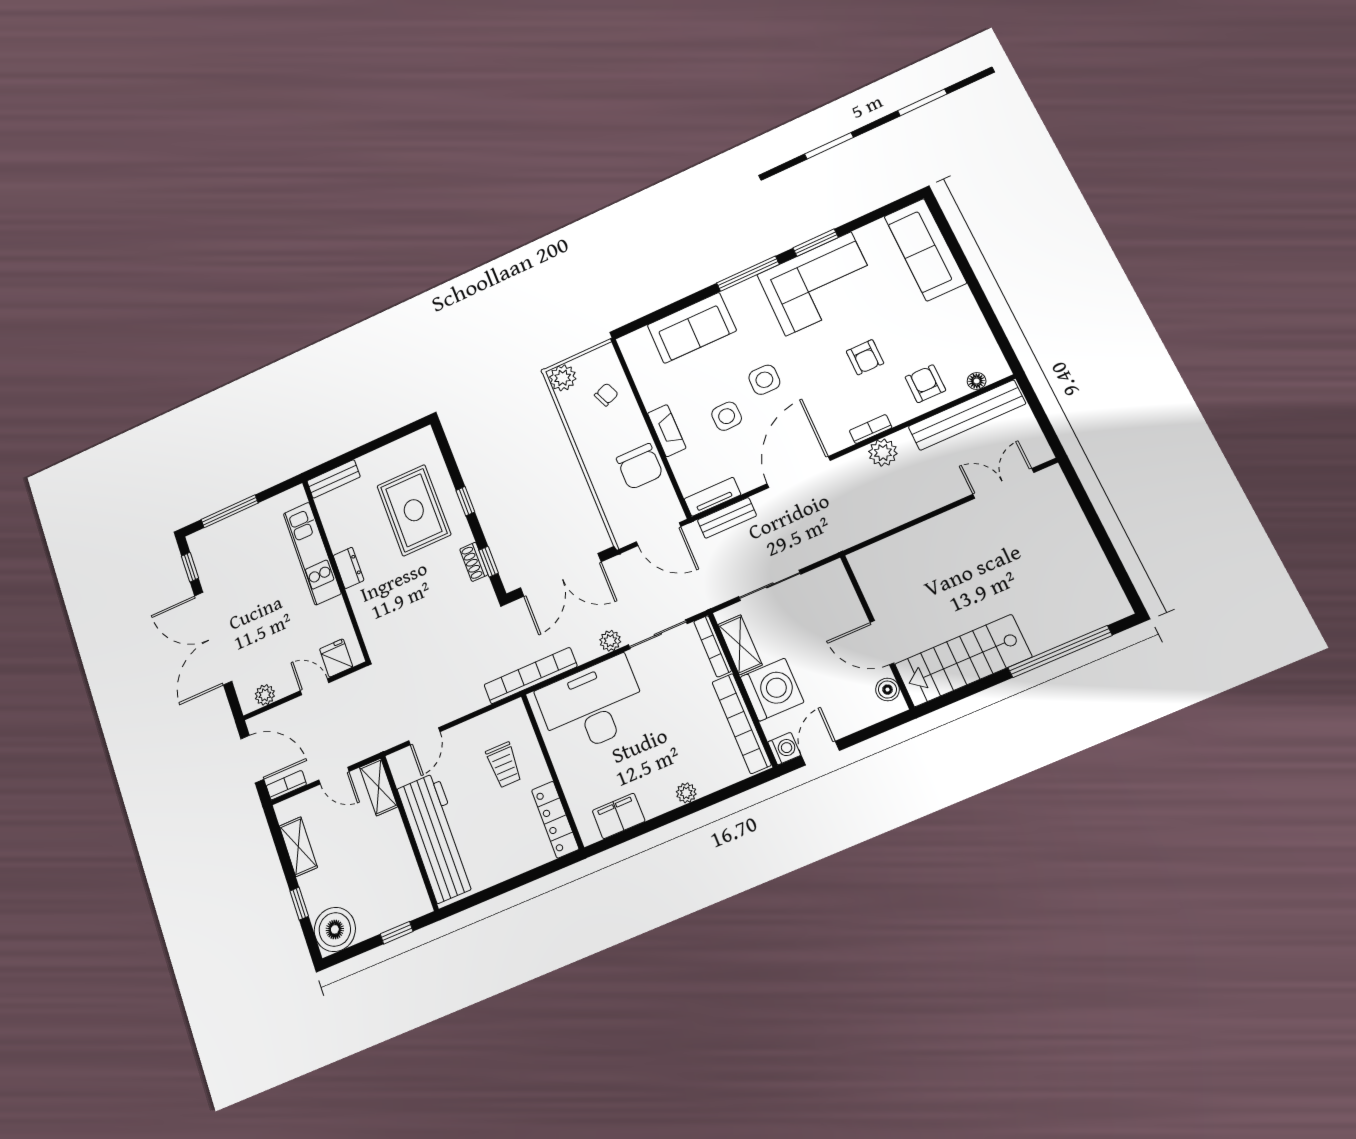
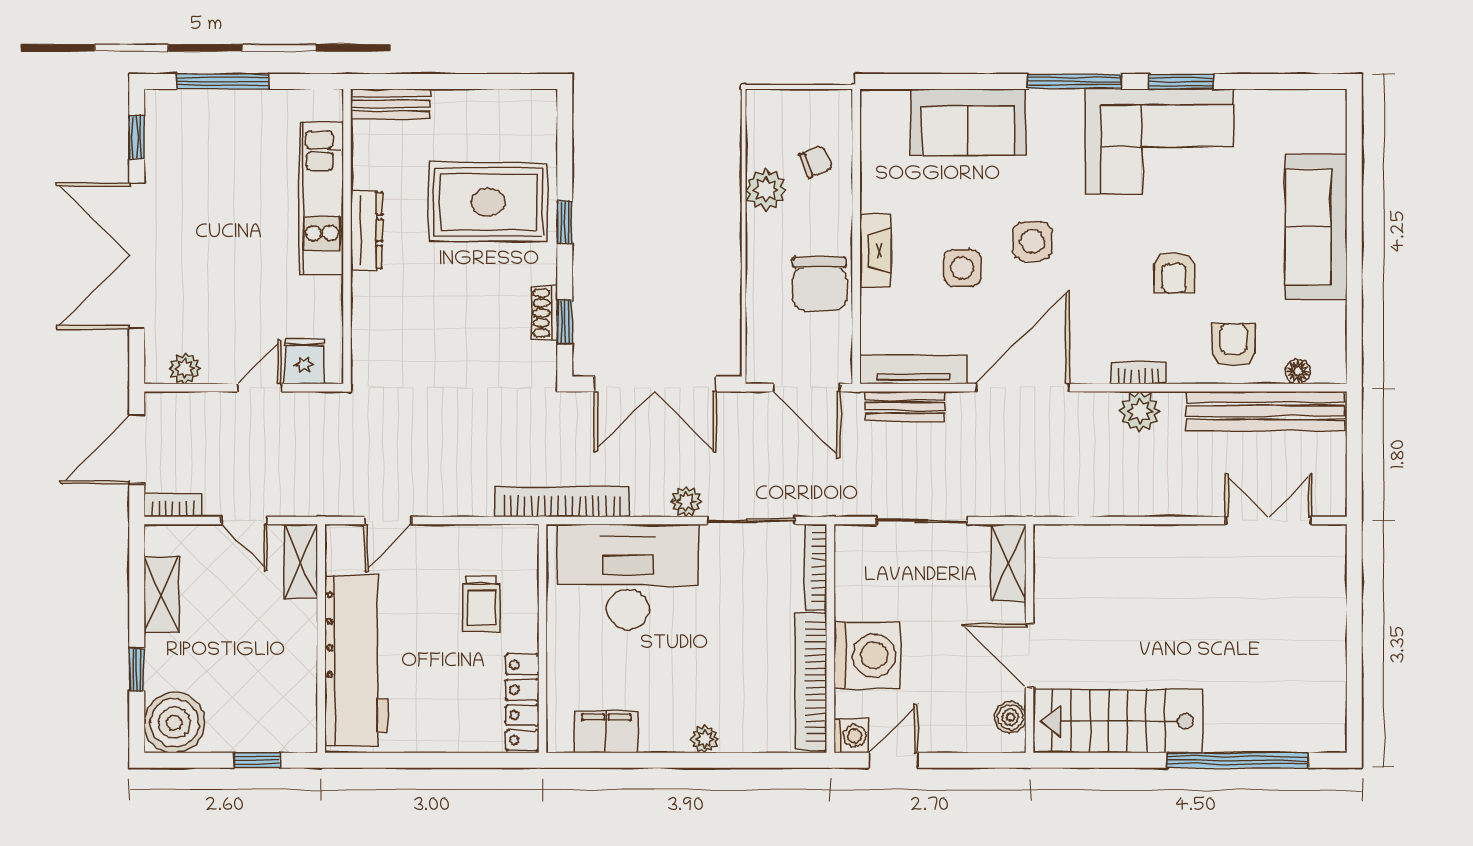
sofa: (925, 250) -> (1316, 227), moved
plant: (563, 378) -> (766, 190), moved
tv unit: (712, 497) -> (914, 369), width x1.41
rug: (414, 510) -> (488, 202), turned 90
dresser: (349, 568) -> (366, 230), width x1.44
shelving: (740, 645) -> (1009, 563), moved
door: (315, 687) -> (259, 388), hinge flipped
door: (252, 759) -> (137, 449), swing flipped

